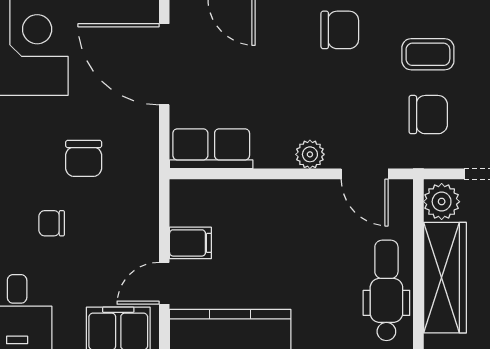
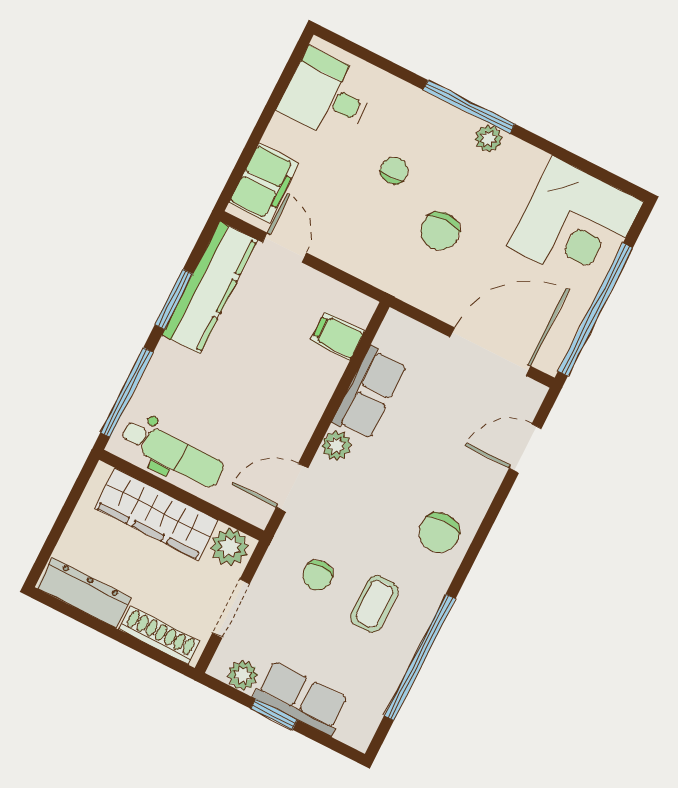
chair: (428, 115) -> (318, 576), width x0.73, depth x0.73
row of seats: (211, 149) -> (370, 393), moved
chair: (84, 158) -> (440, 231), turned -90
filing cabinet: (190, 243) -> (338, 336), moved, turned 90

